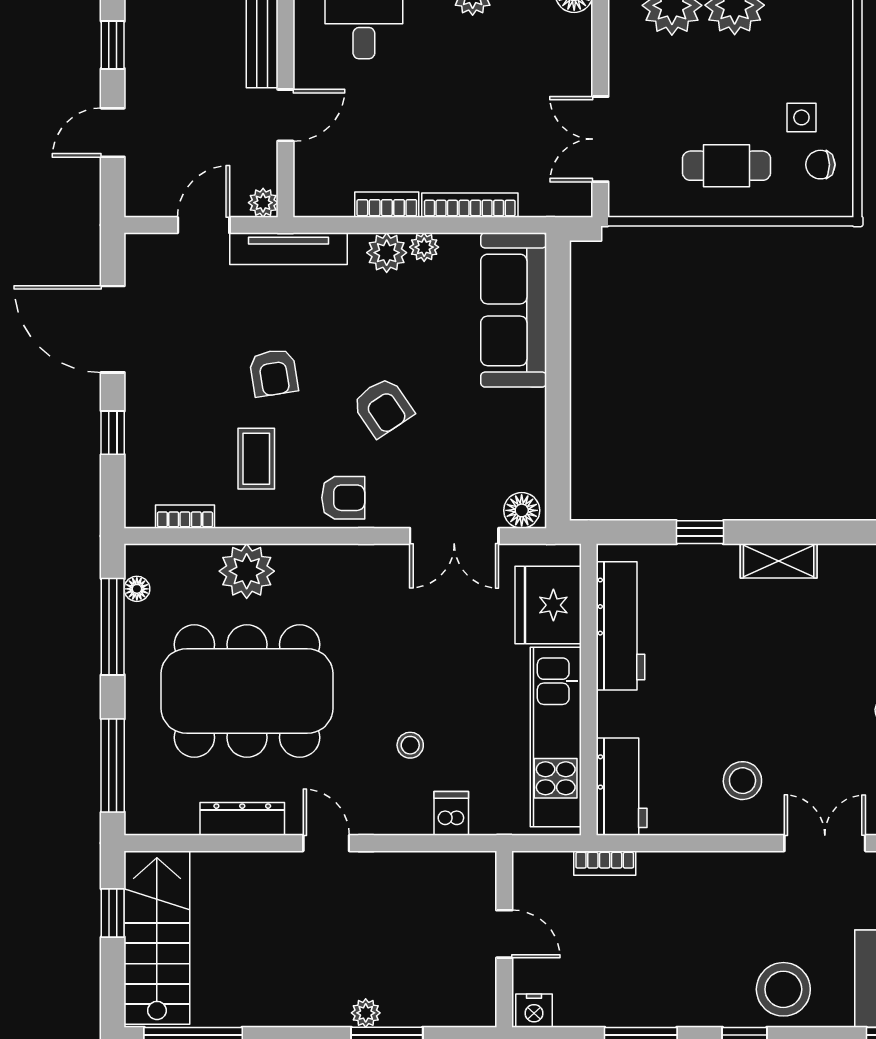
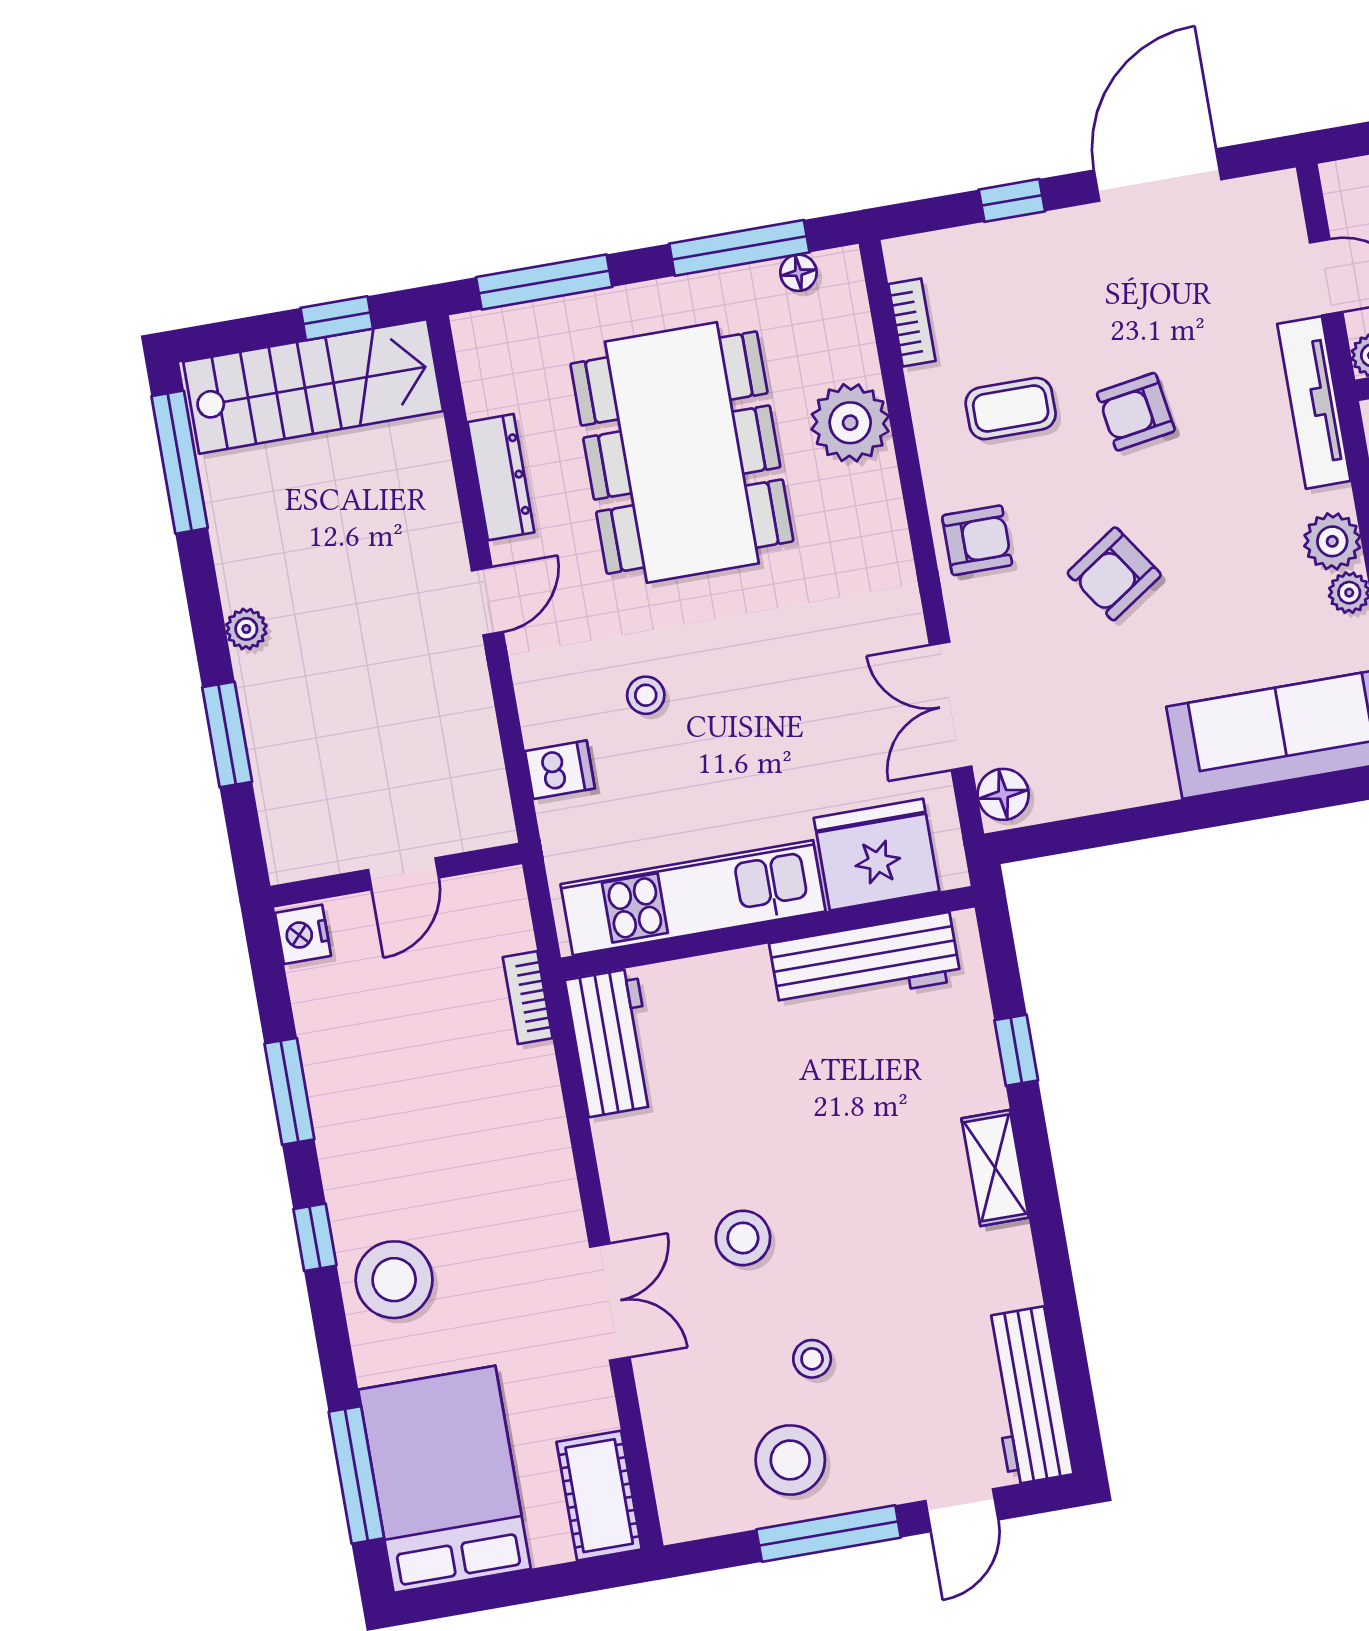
armchair: (343, 498) -> (977, 540), turned -90
stool: (742, 781) -> (743, 1238), moved
workbench: (622, 787) -> (612, 1043), moved, turned -90
plant: (366, 1013) -> (246, 629), moved

